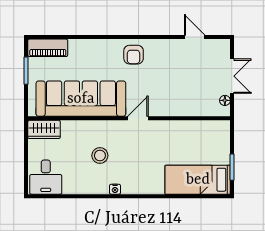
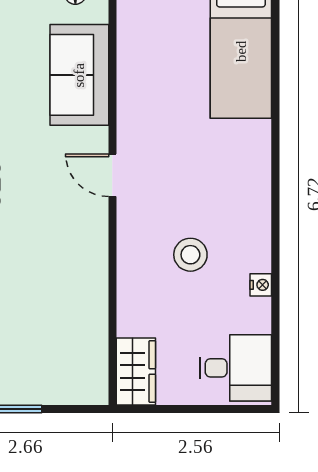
sofa: (81, 99) -> (79, 75), moved, width x0.54, depth x0.79
nightstand: (115, 189) -> (261, 285), moved

